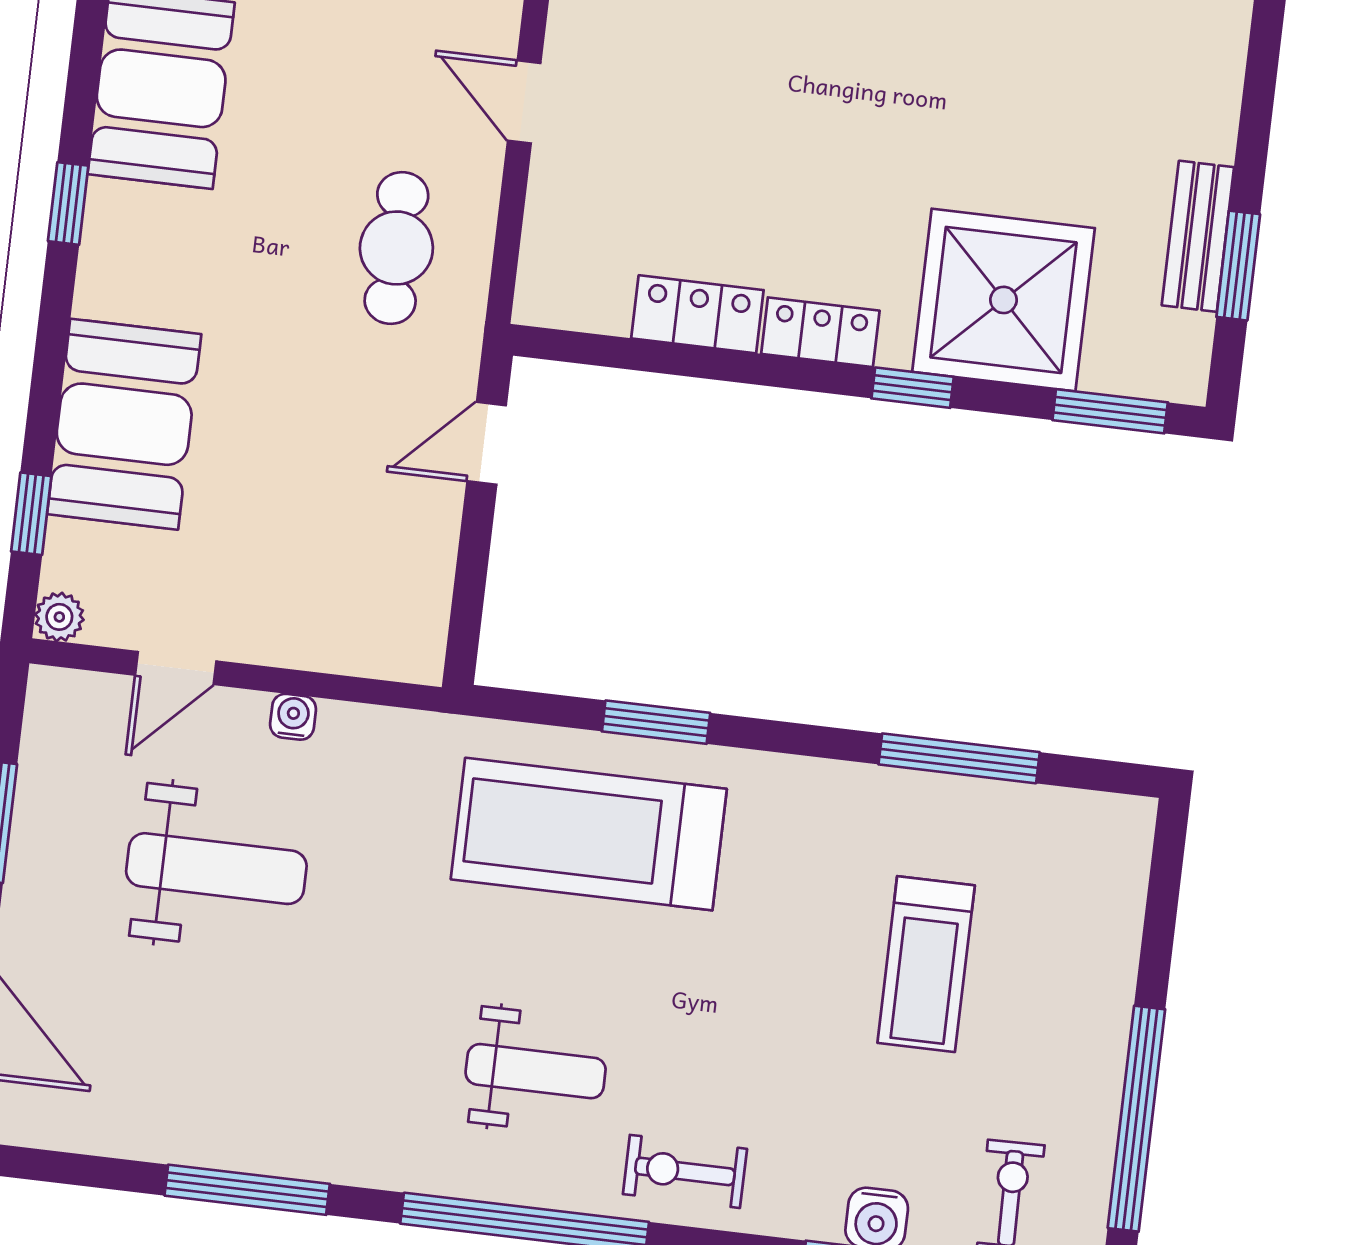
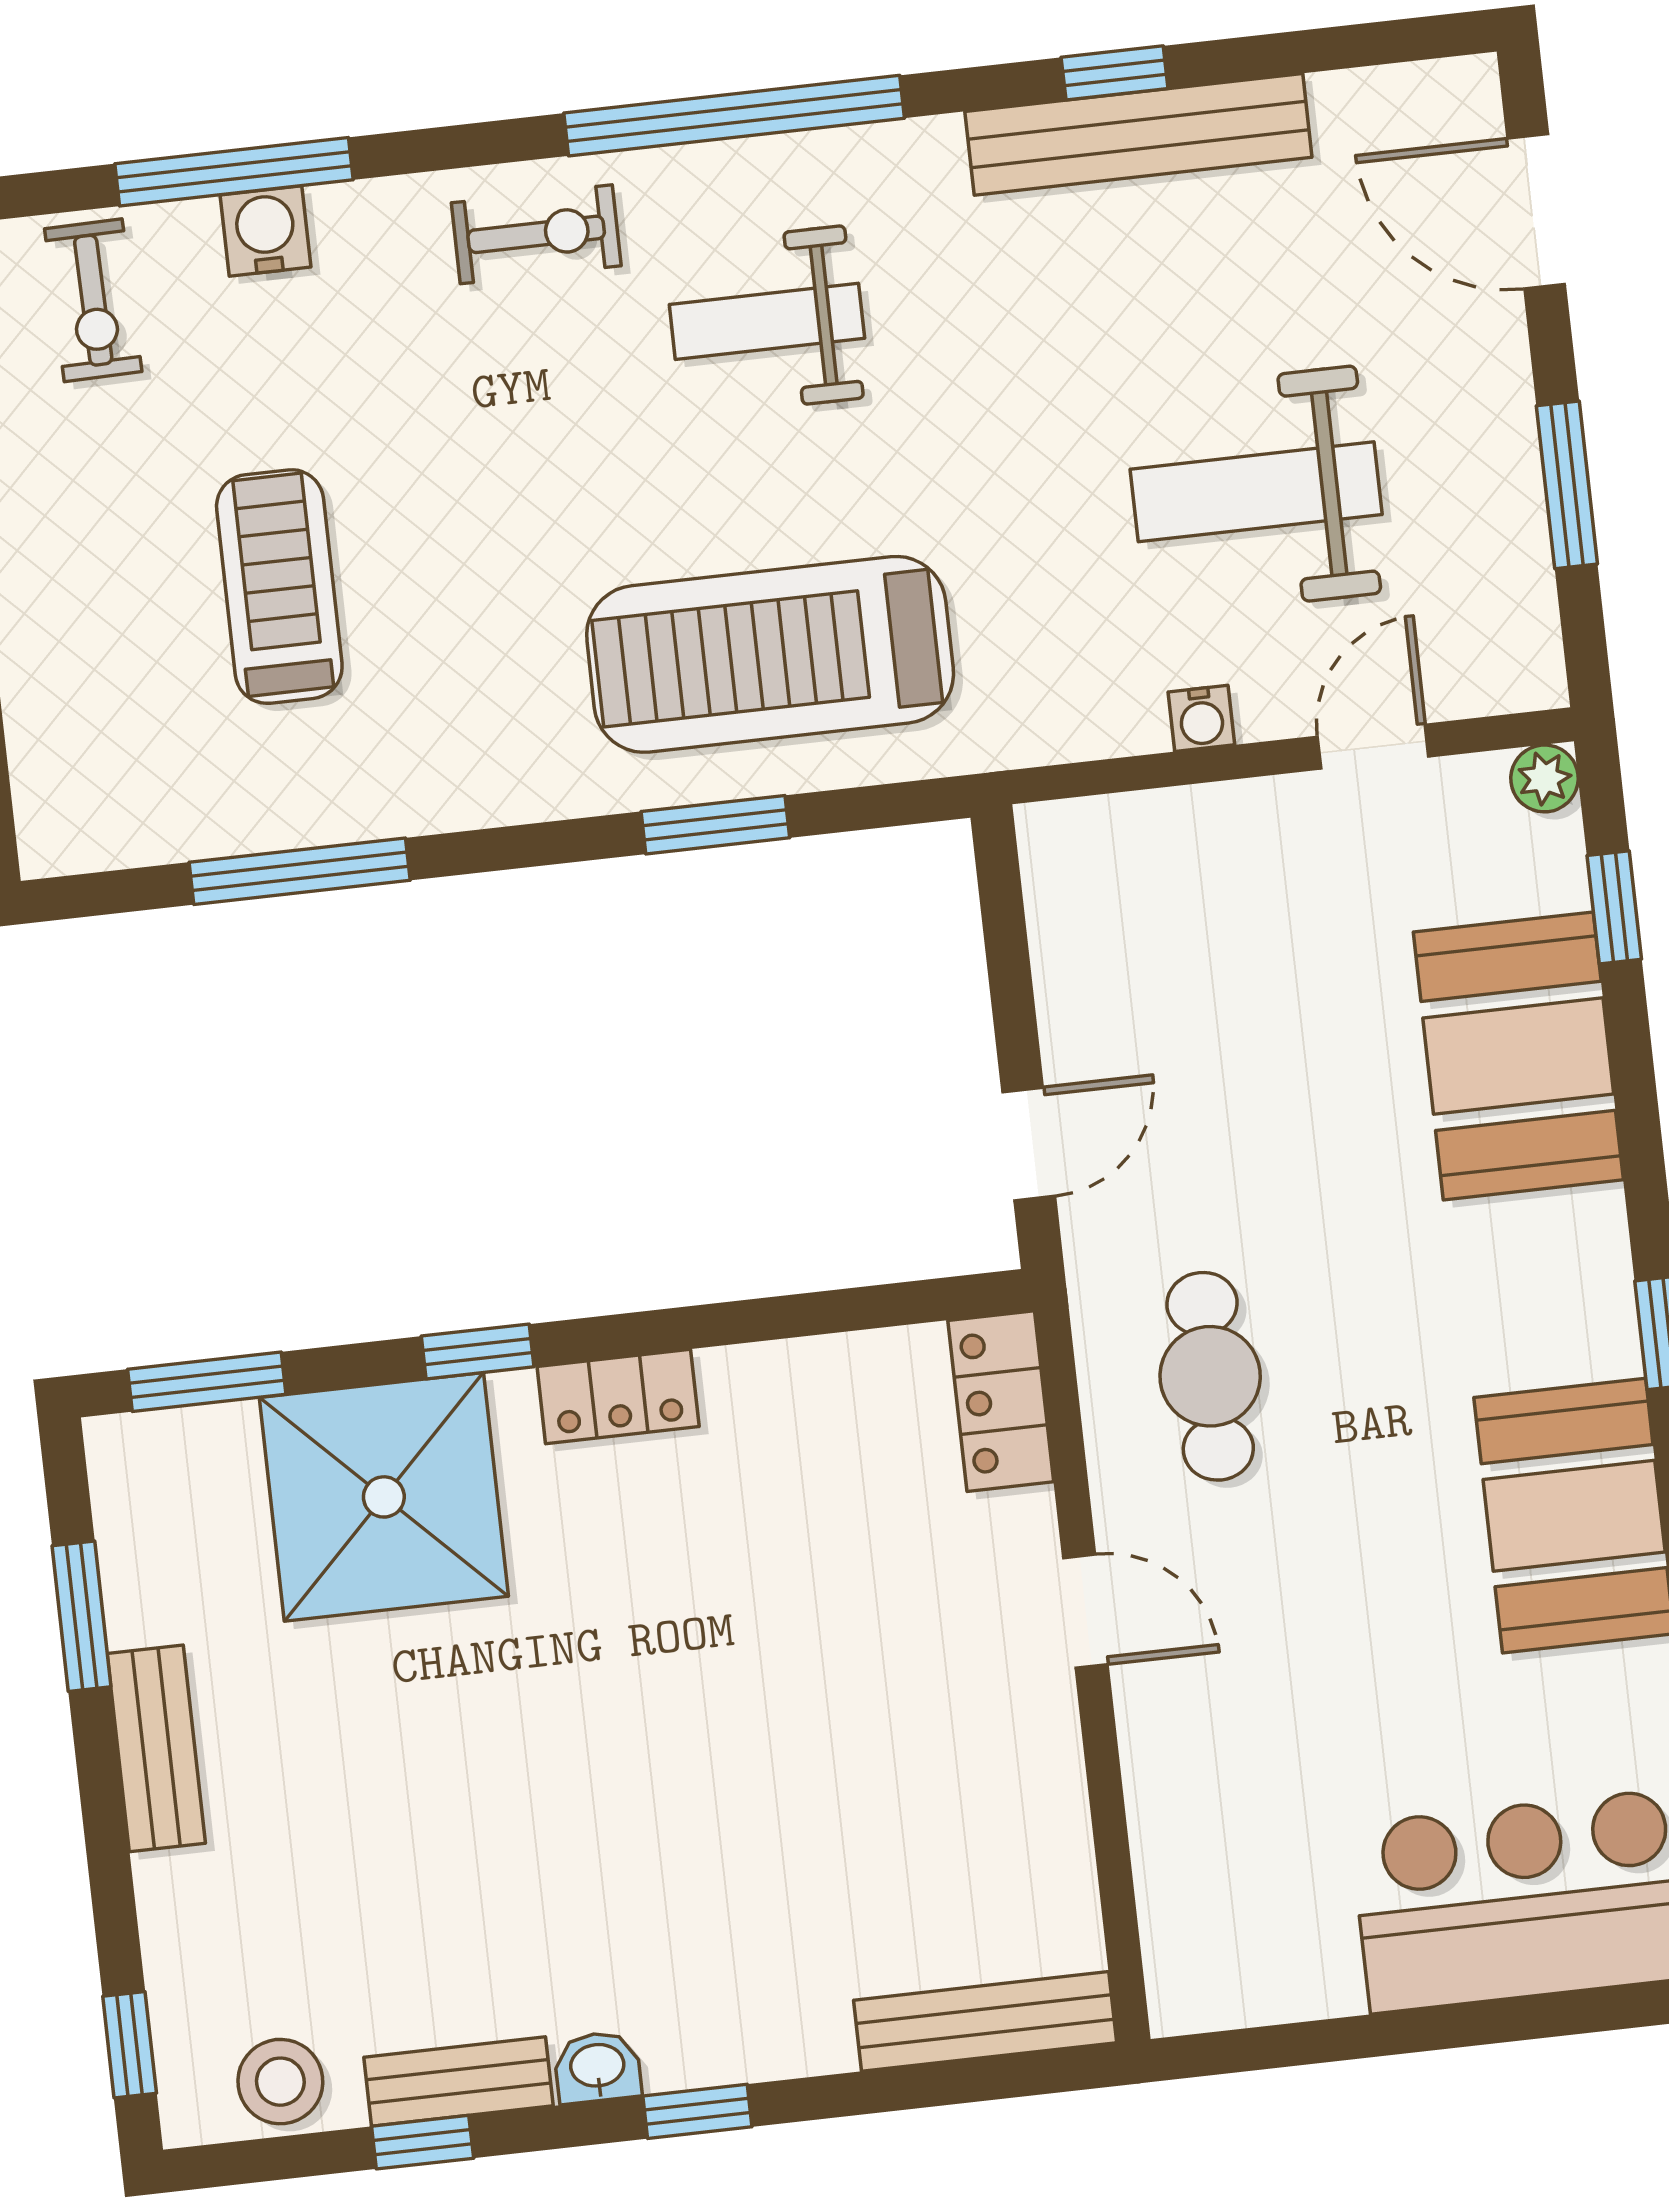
bench: (1198, 236) -> (156, 1748), moved
locker: (697, 314) -> (1001, 1401), moved, turned 90
treadmill: (589, 834) -> (770, 654), turned 180
bench: (241, 1142) -> (1138, 134), added
window: (247, 1190) -> (1115, 73), width x0.46

